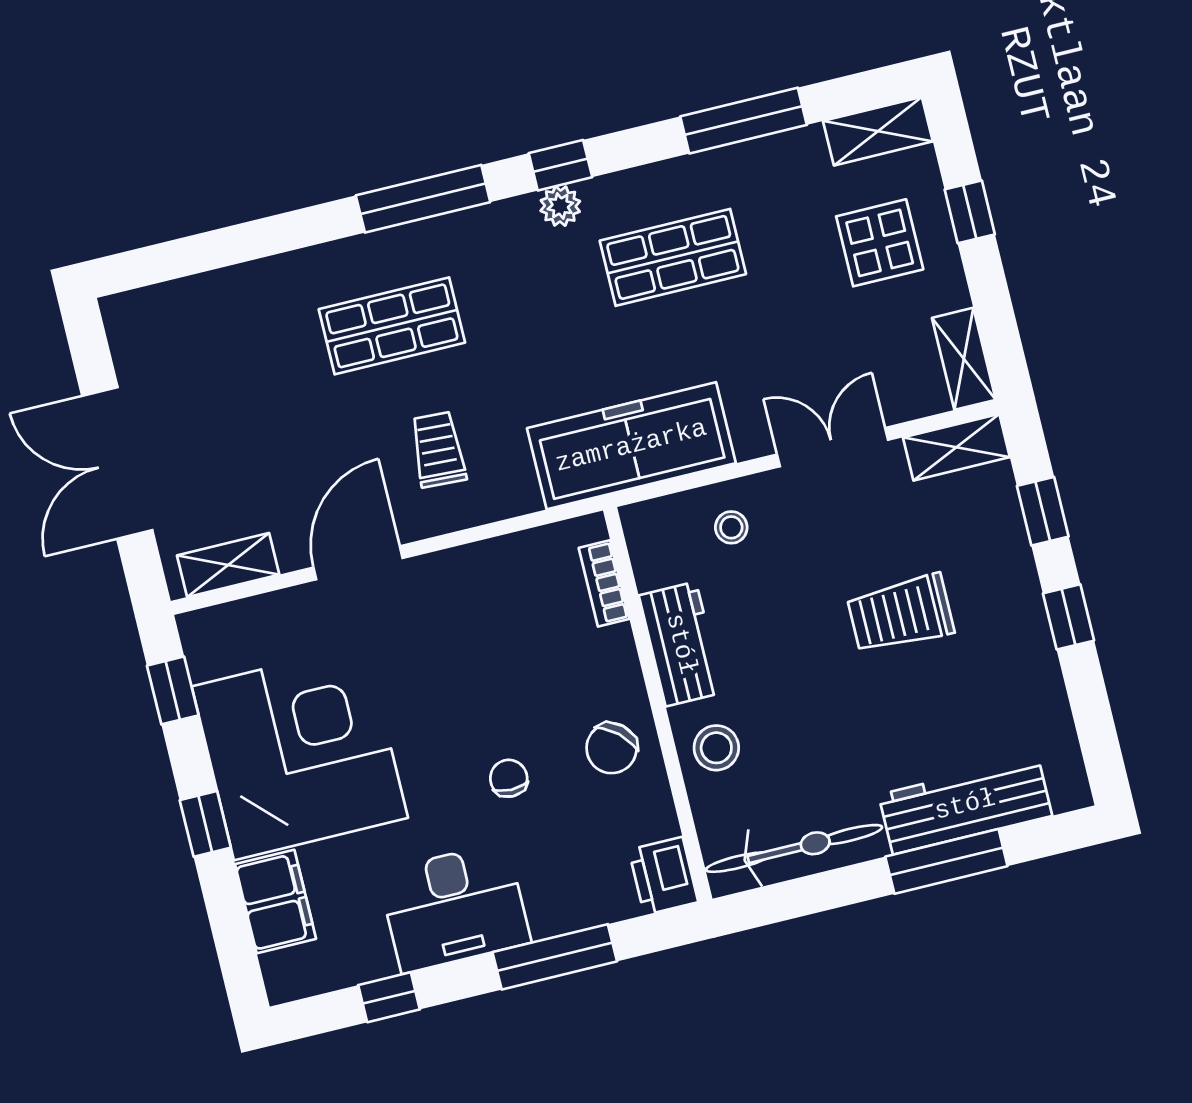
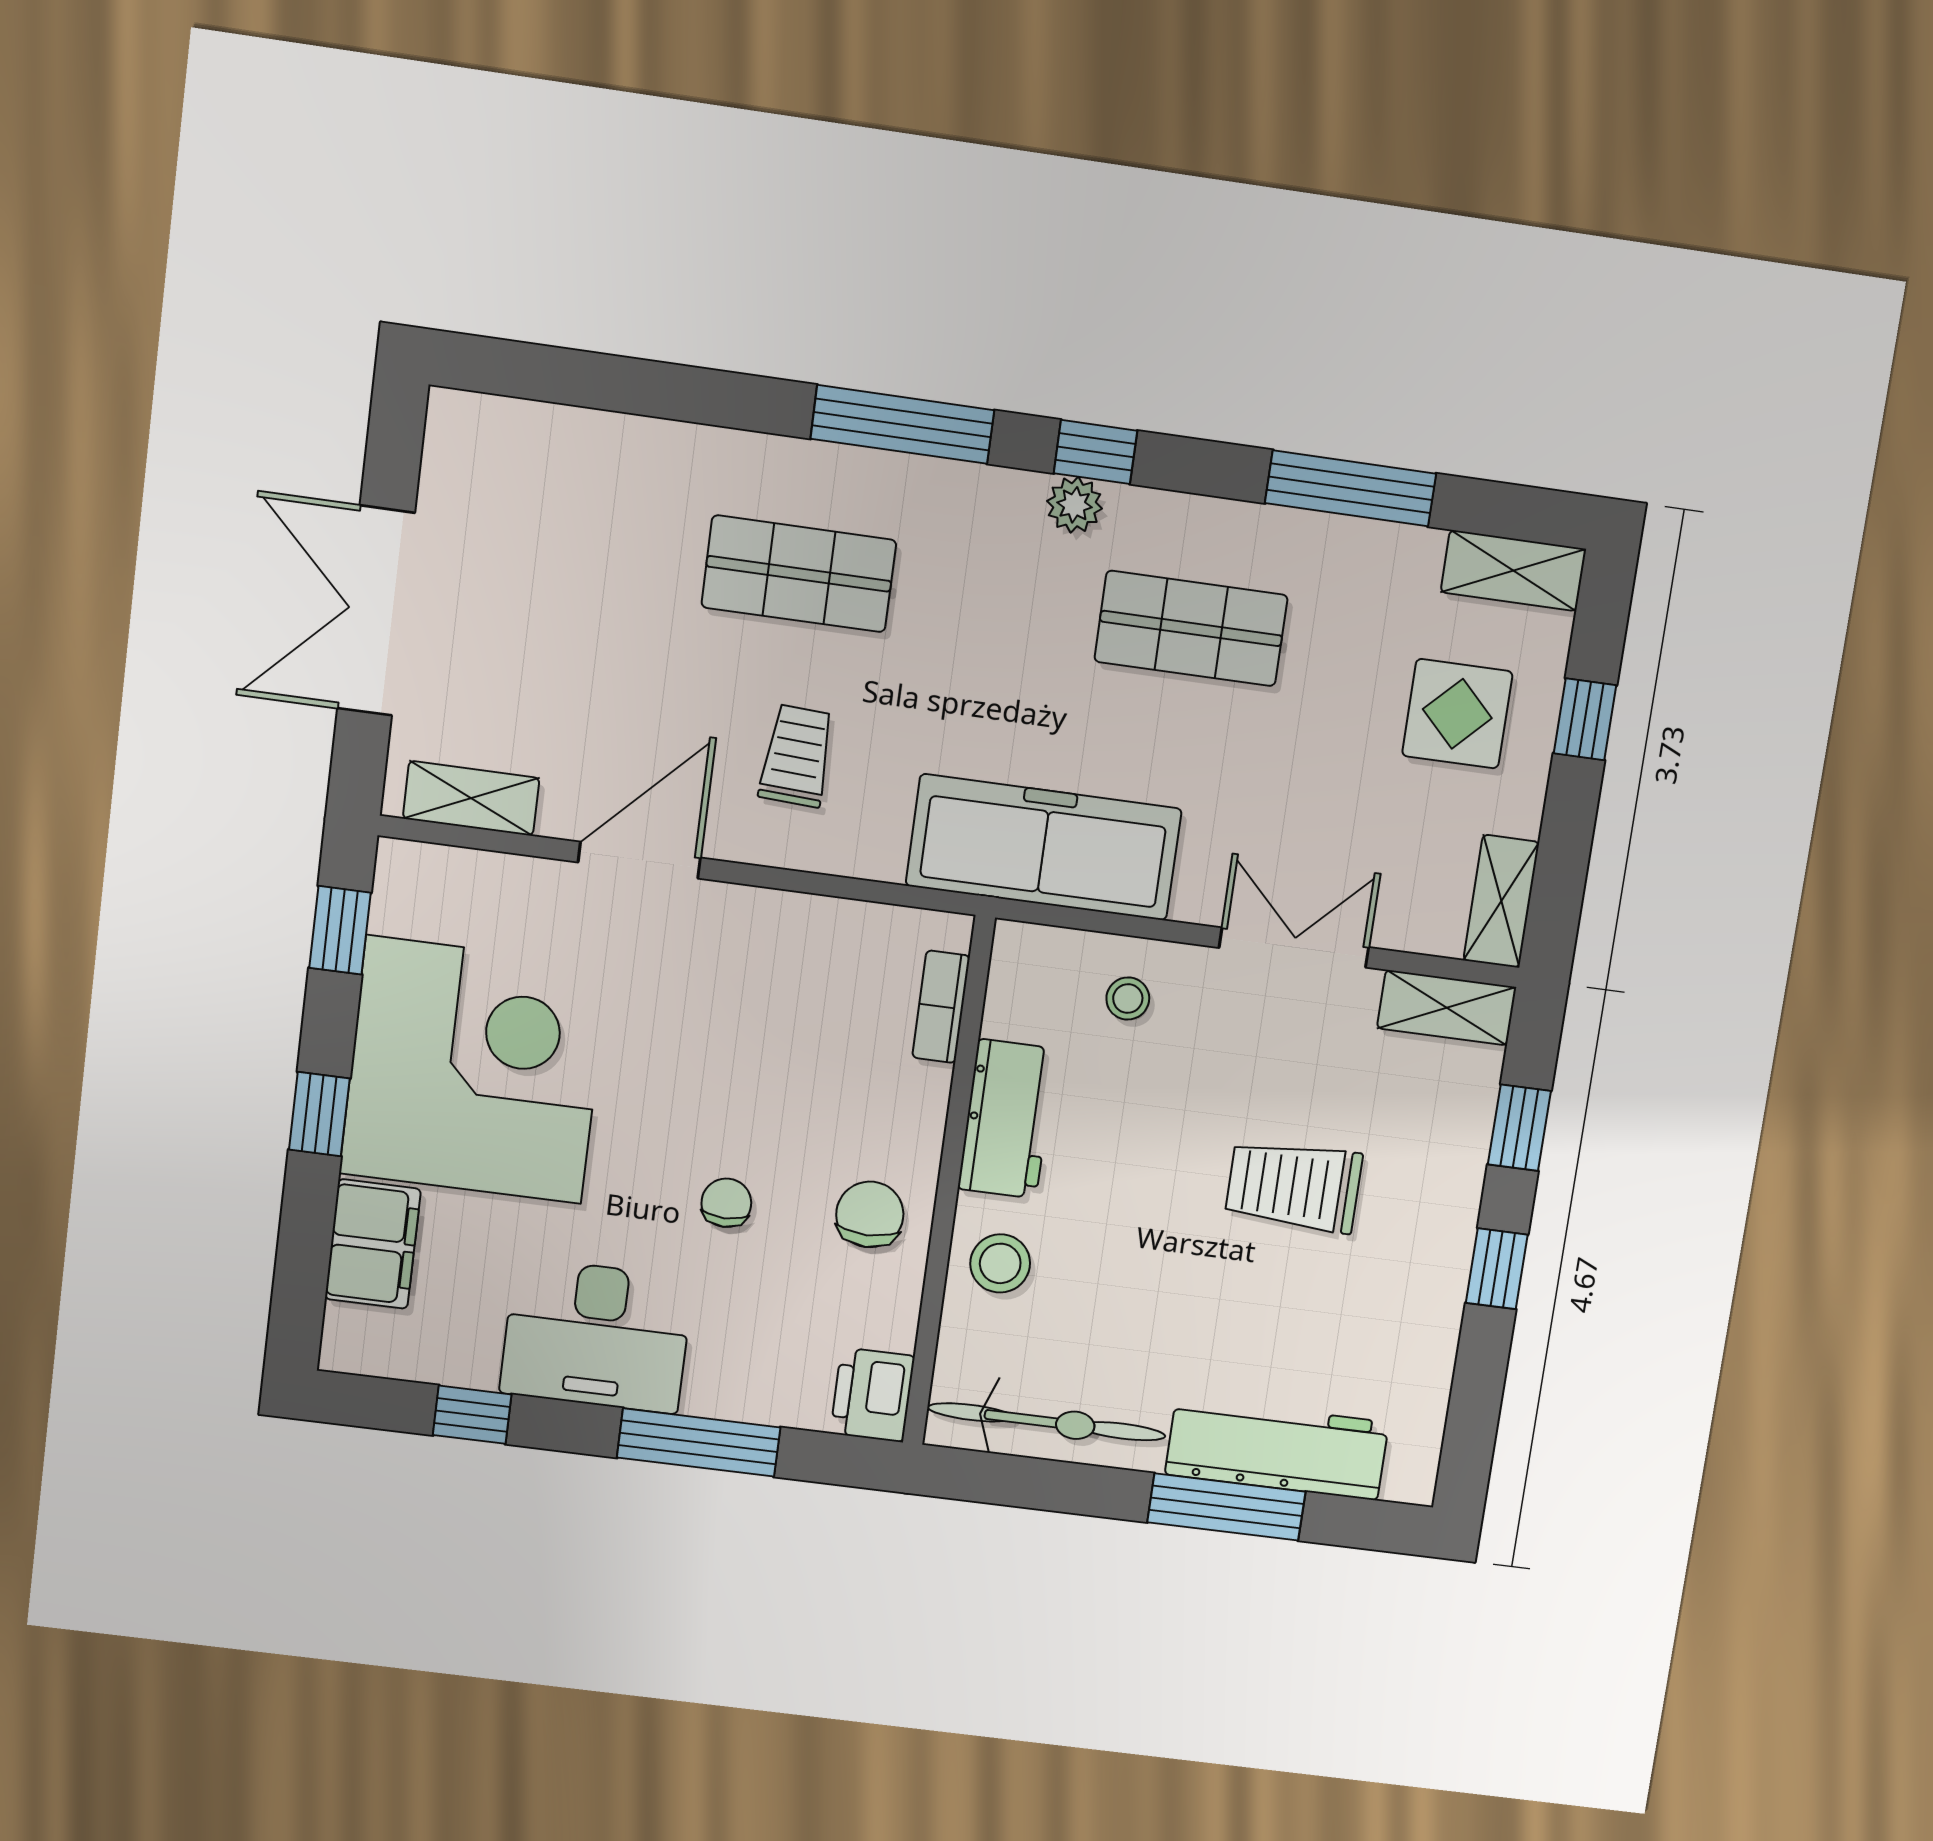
chair: (612, 748) -> (870, 1214), turned 138

